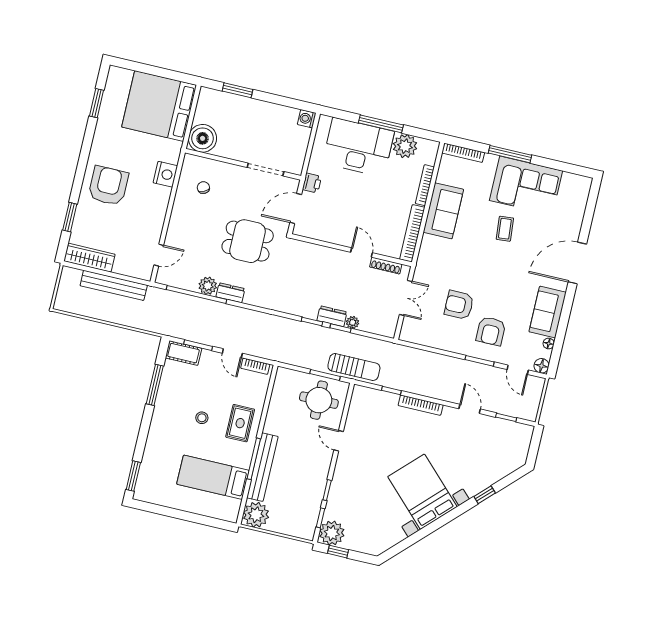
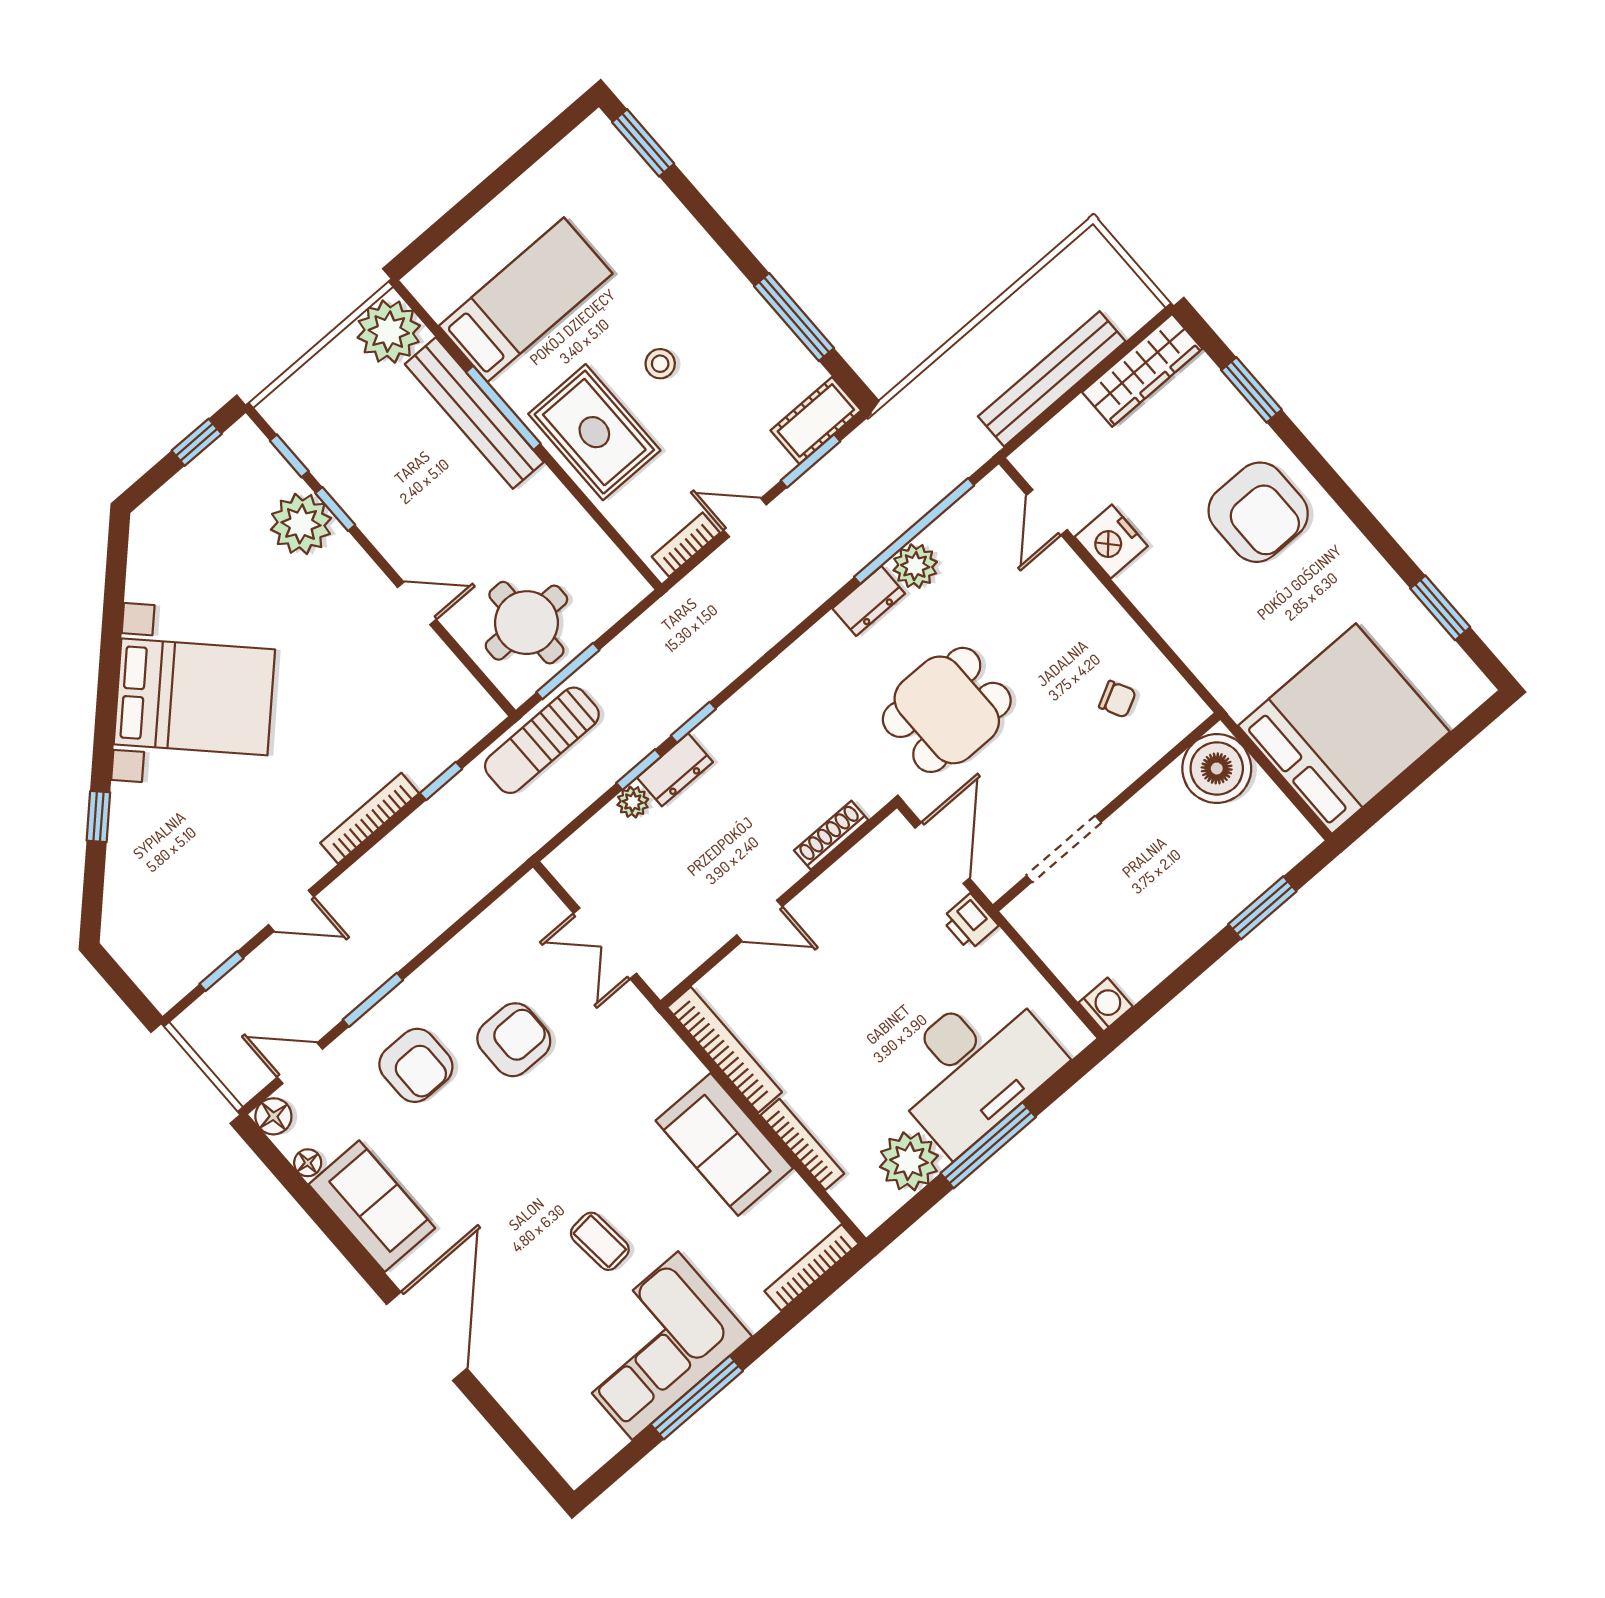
window: (510, 154) -> (697, 1398), moved
nightstand: (165, 174) -> (1111, 541), moved
shoe rack: (386, 266) -> (831, 835), moved
armchair: (491, 331) -> (416, 1065), turned 180
rug: (240, 423) -> (594, 432), width x1.36, depth x1.43
plant: (332, 533) -> (301, 524), moved

